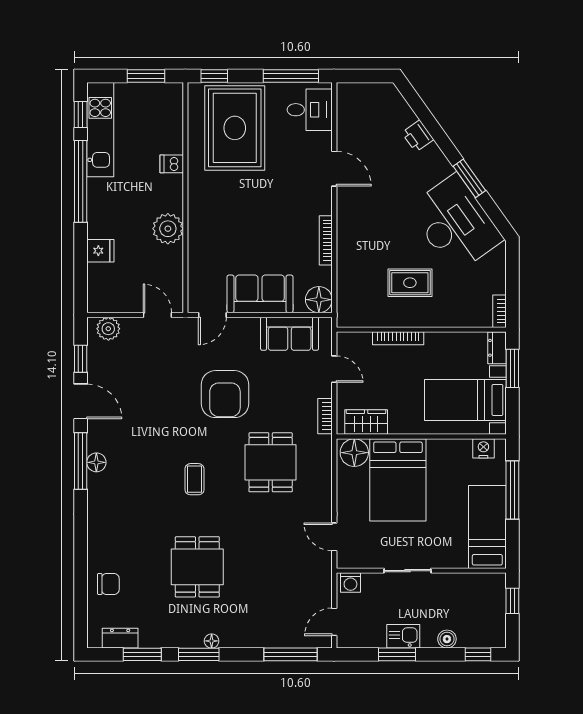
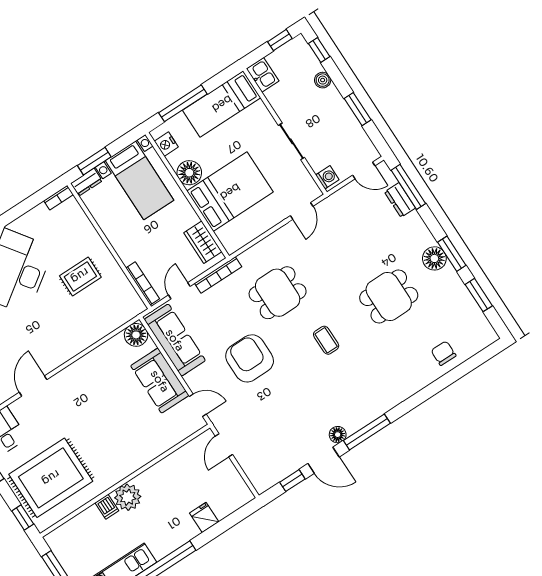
plant: (168, 229) -> (128, 497), moved
bookcase: (326, 240) -> (90, 358), removed
rug: (410, 283) -> (80, 276), turned 90
plant: (108, 329) -> (257, 475), removed
sofa: (290, 334) -> (175, 340), width x1.36
bookcase: (398, 338) -> (143, 283), moved
armchair: (225, 394) -> (250, 358), turned -90
door: (81, 401) -> (324, 460), swing flipped
bookcase: (325, 416) -> (218, 275), width x1.56
floor lamp: (354, 453) -> (189, 173), moved
floor lamp: (96, 462) -> (338, 435), moved
coffee table: (194, 479) -> (326, 340), turned 90
window: (512, 601) -> (280, 40), moved
kitchen sink: (403, 636) -> (263, 75), moved, turned 180
dresser: (120, 638) -> (400, 200), moved
floor lamp: (212, 641) -> (434, 258), width x1.89, depth x1.89

